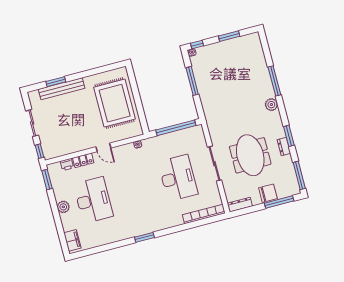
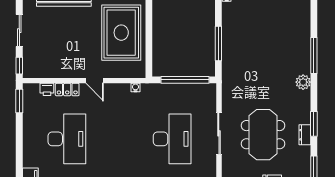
window: (192, 81) -> (218, 44), moved
plant: (63, 207) -> (30, 138), removed

